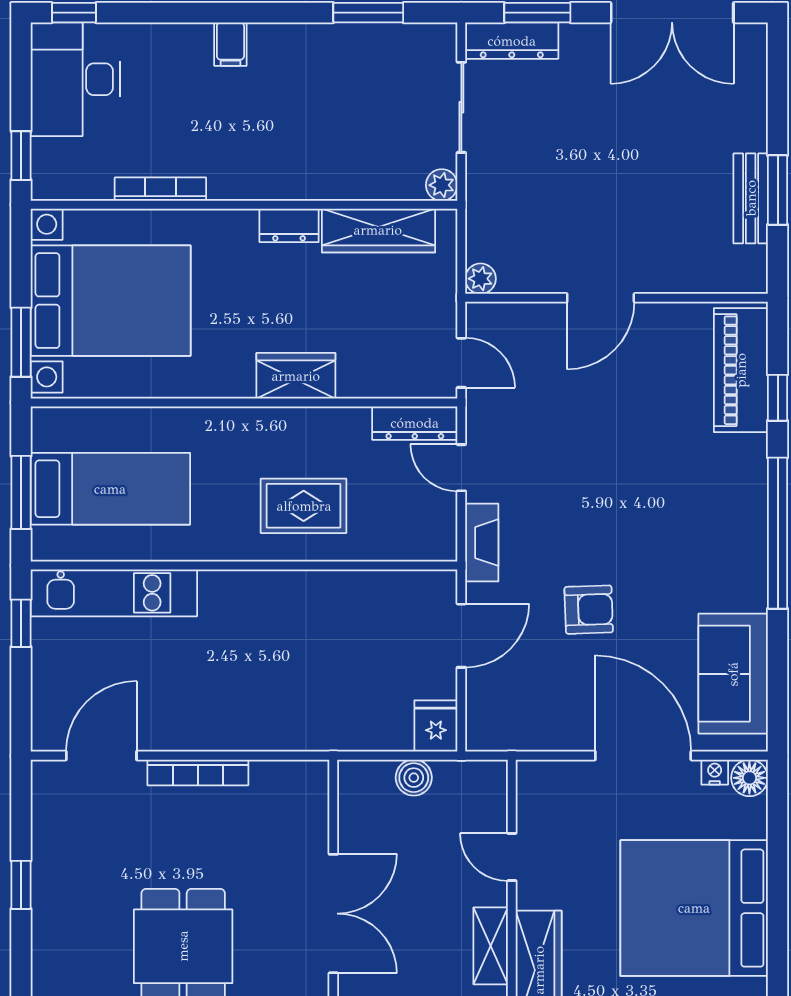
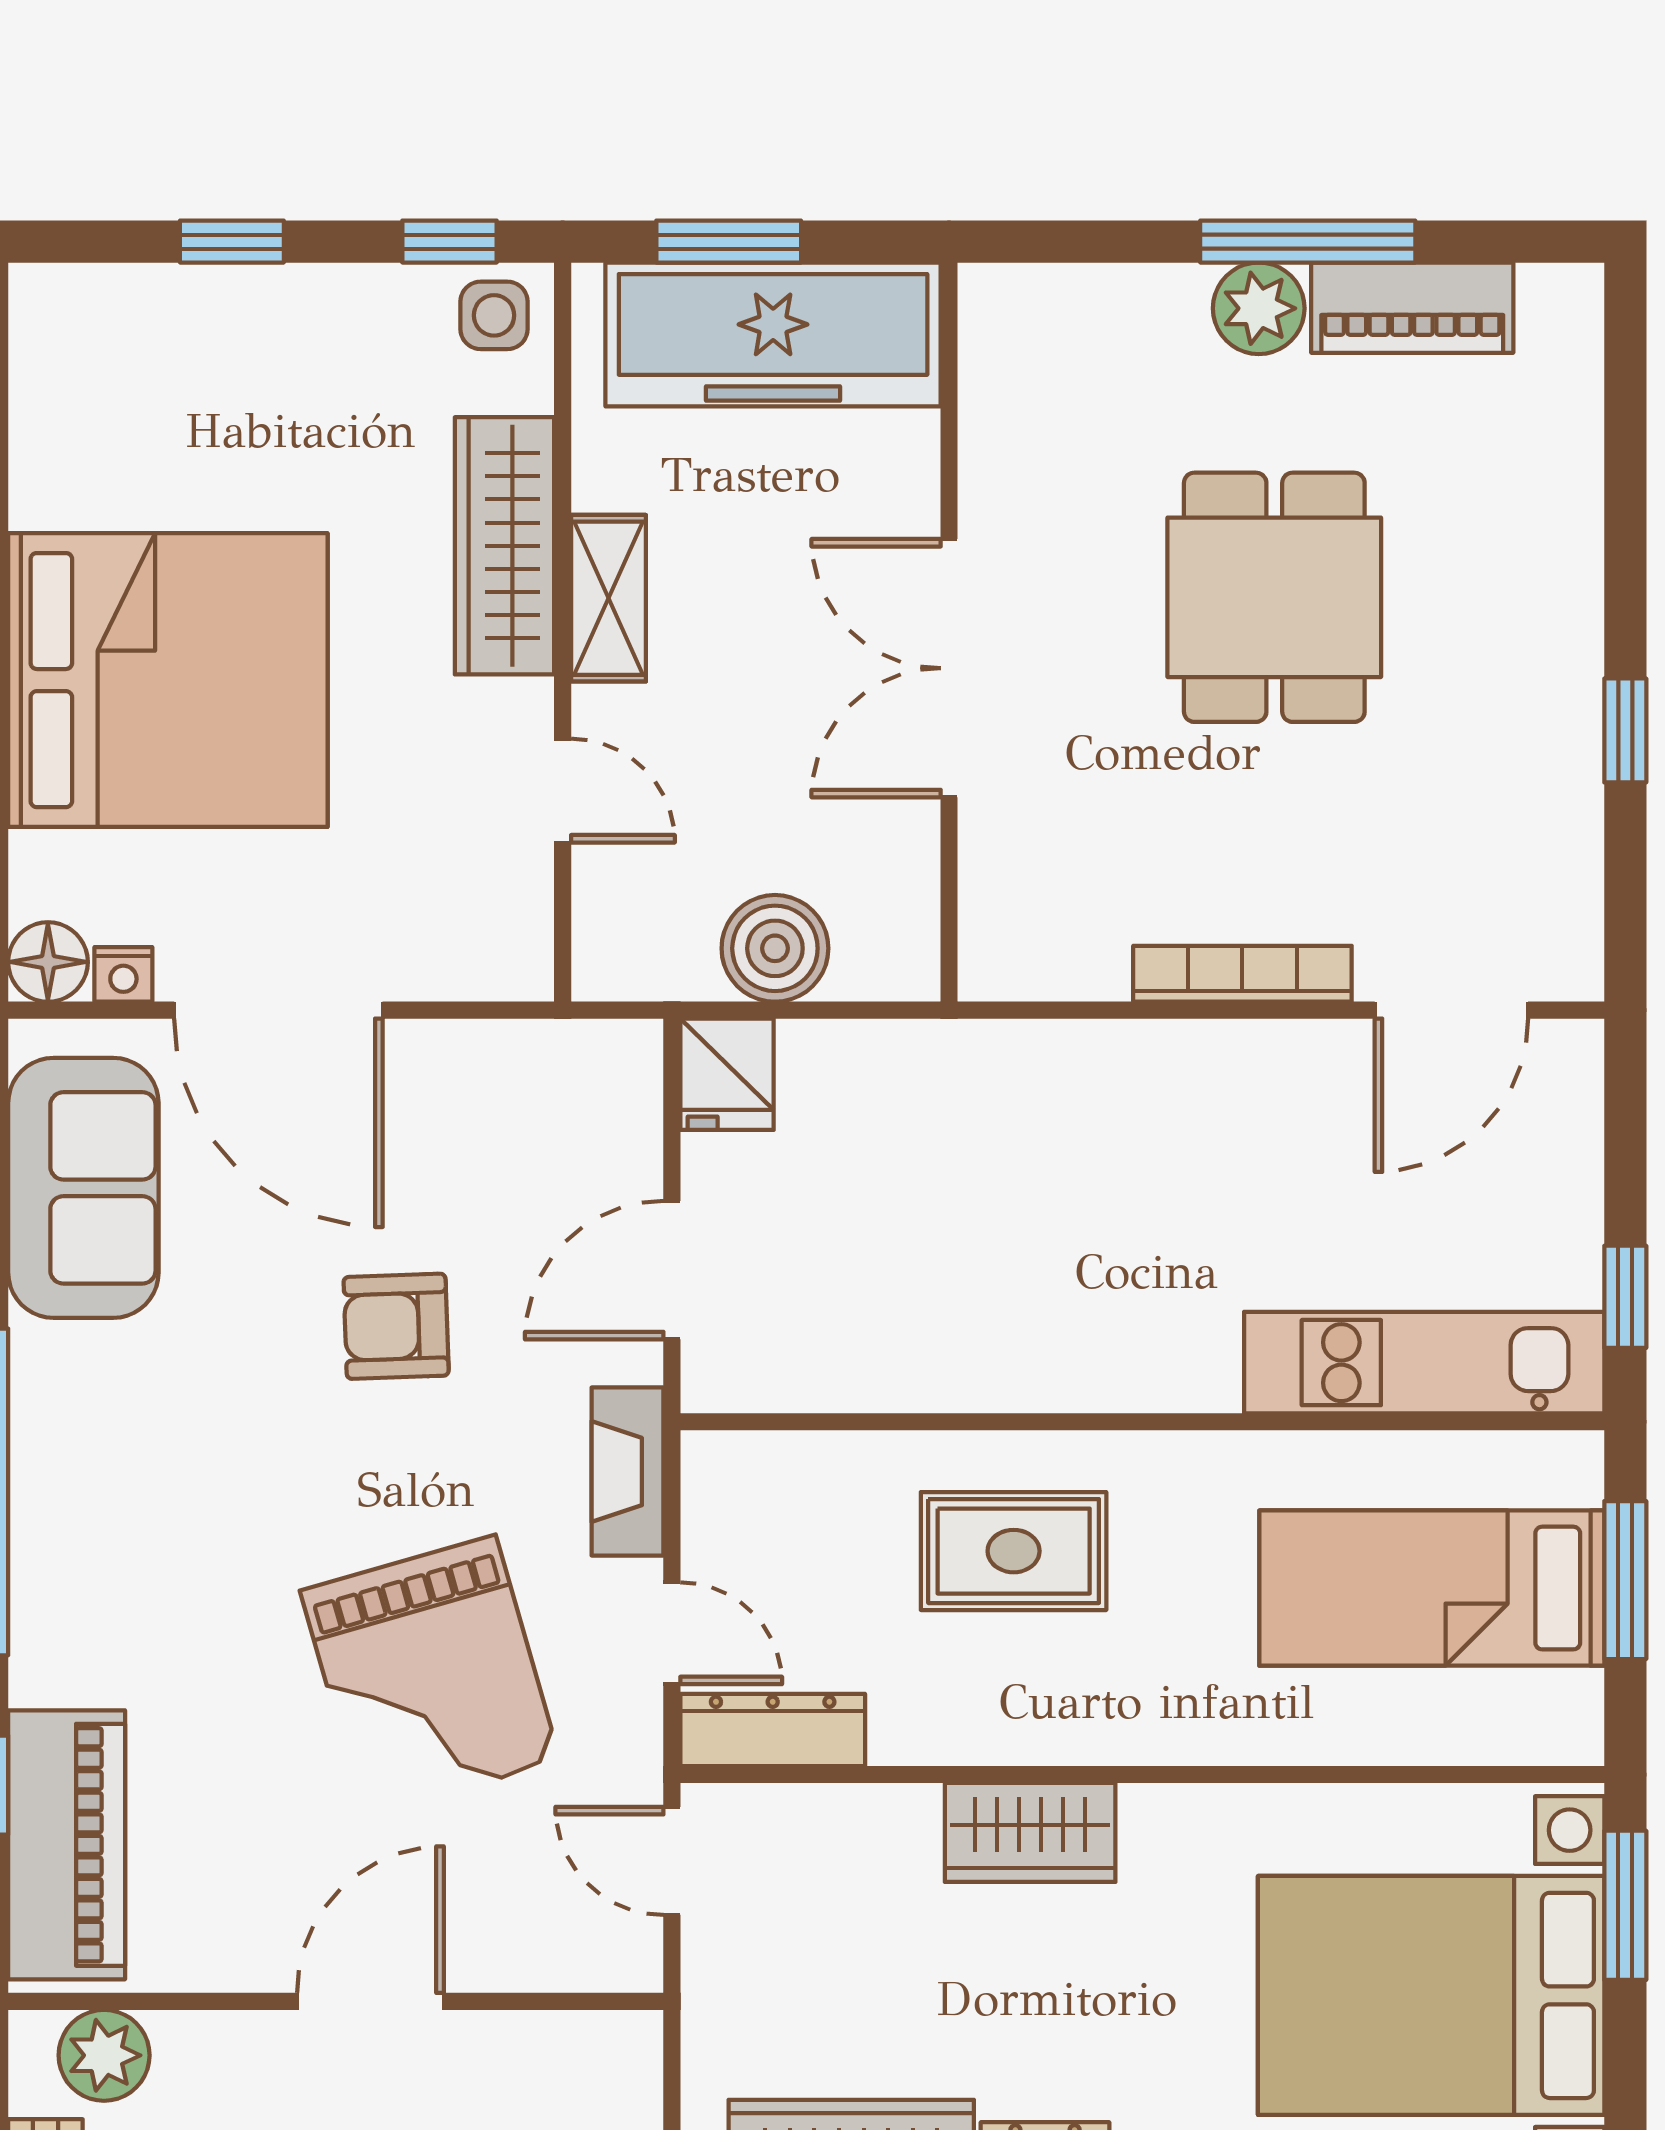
plant: (480, 279) -> (104, 2055), moved, width x1.38, depth x1.38
grand piano: (573, 448) -> (430, 1676), added
boiler: (414, 778) -> (775, 948), width x1.36, depth x1.36

